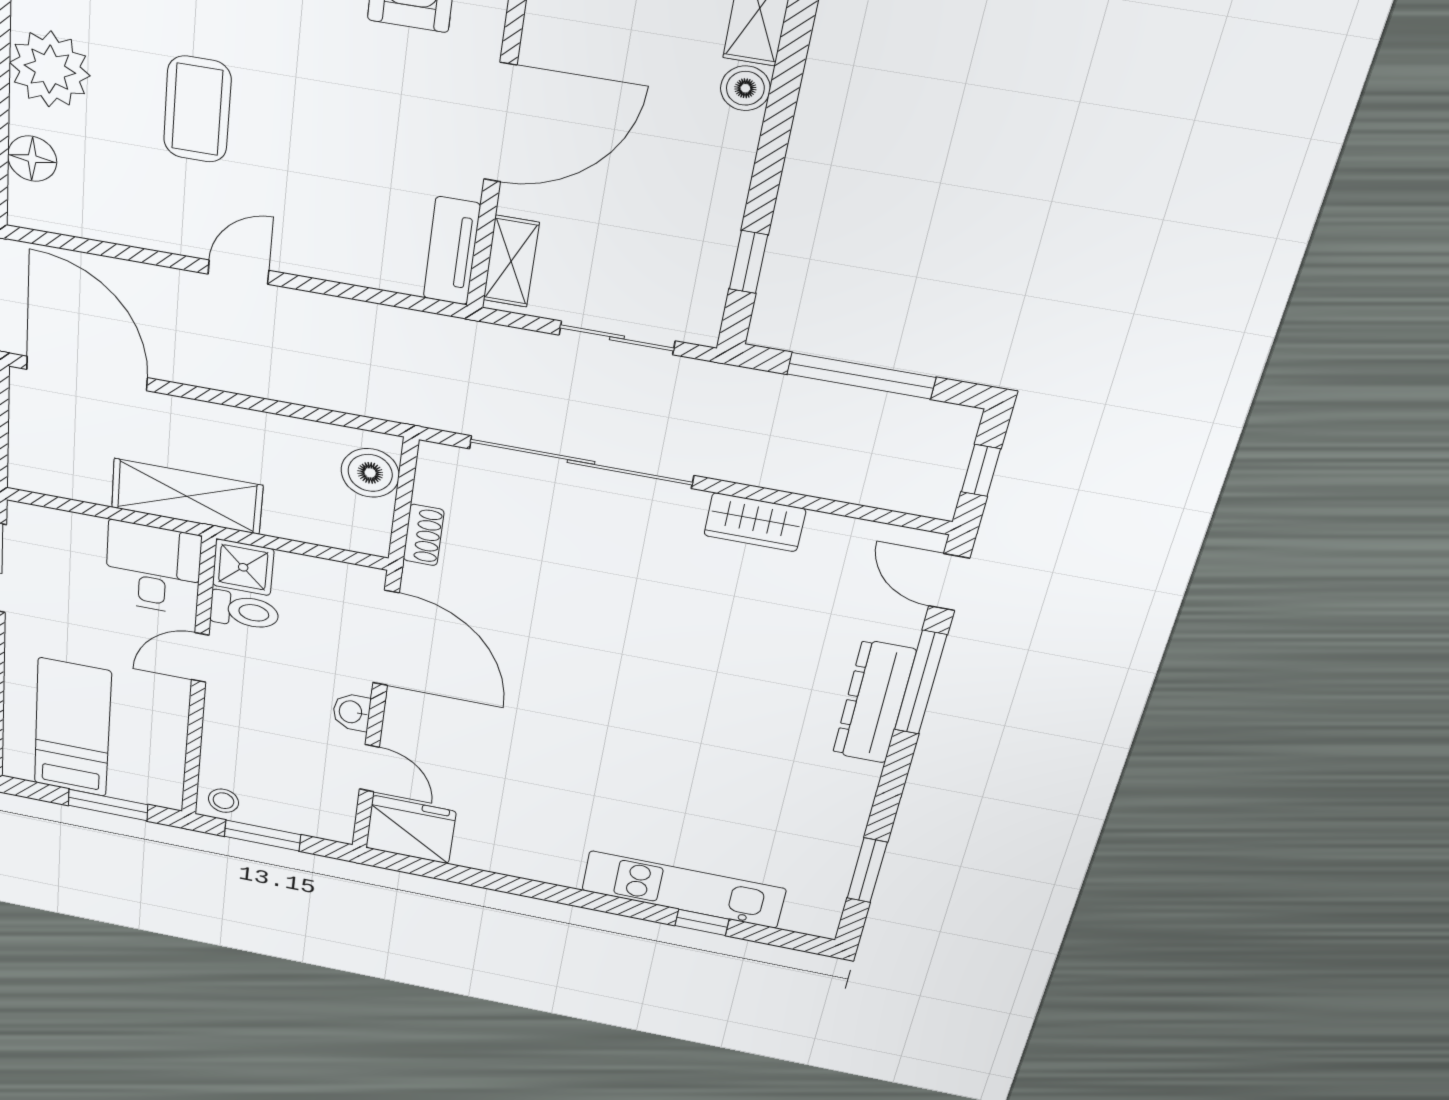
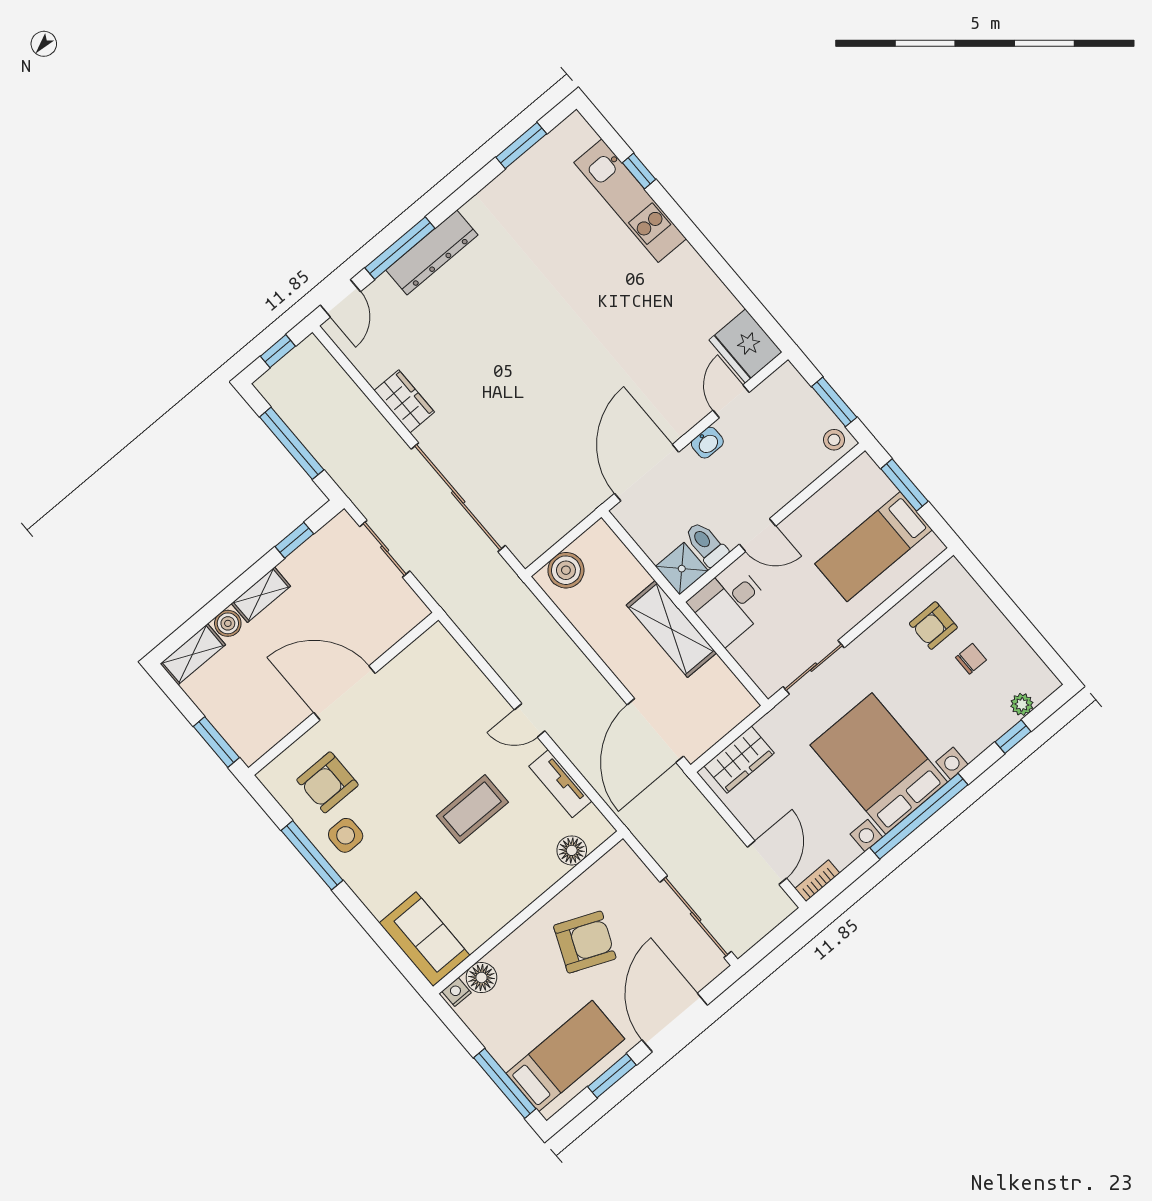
plant: (50, 69) -> (521, 882), removed
tv unit: (452, 251) -> (560, 784), moved, turned 90
shelving: (511, 261) -> (261, 595), moved
shoe rack: (424, 535) -> (572, 516), removed

